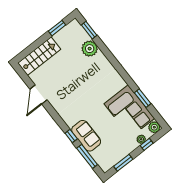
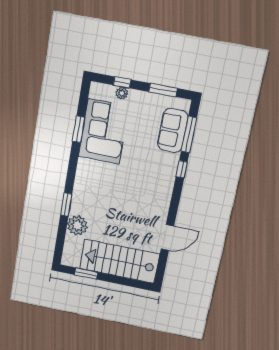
window: (89, 30) -> (66, 205), moved
stairs: (39, 56) -> (120, 261), width x1.36, depth x1.51
plant: (154, 127) -> (97, 90), removed
sofa: (86, 136) -> (173, 131), moved

